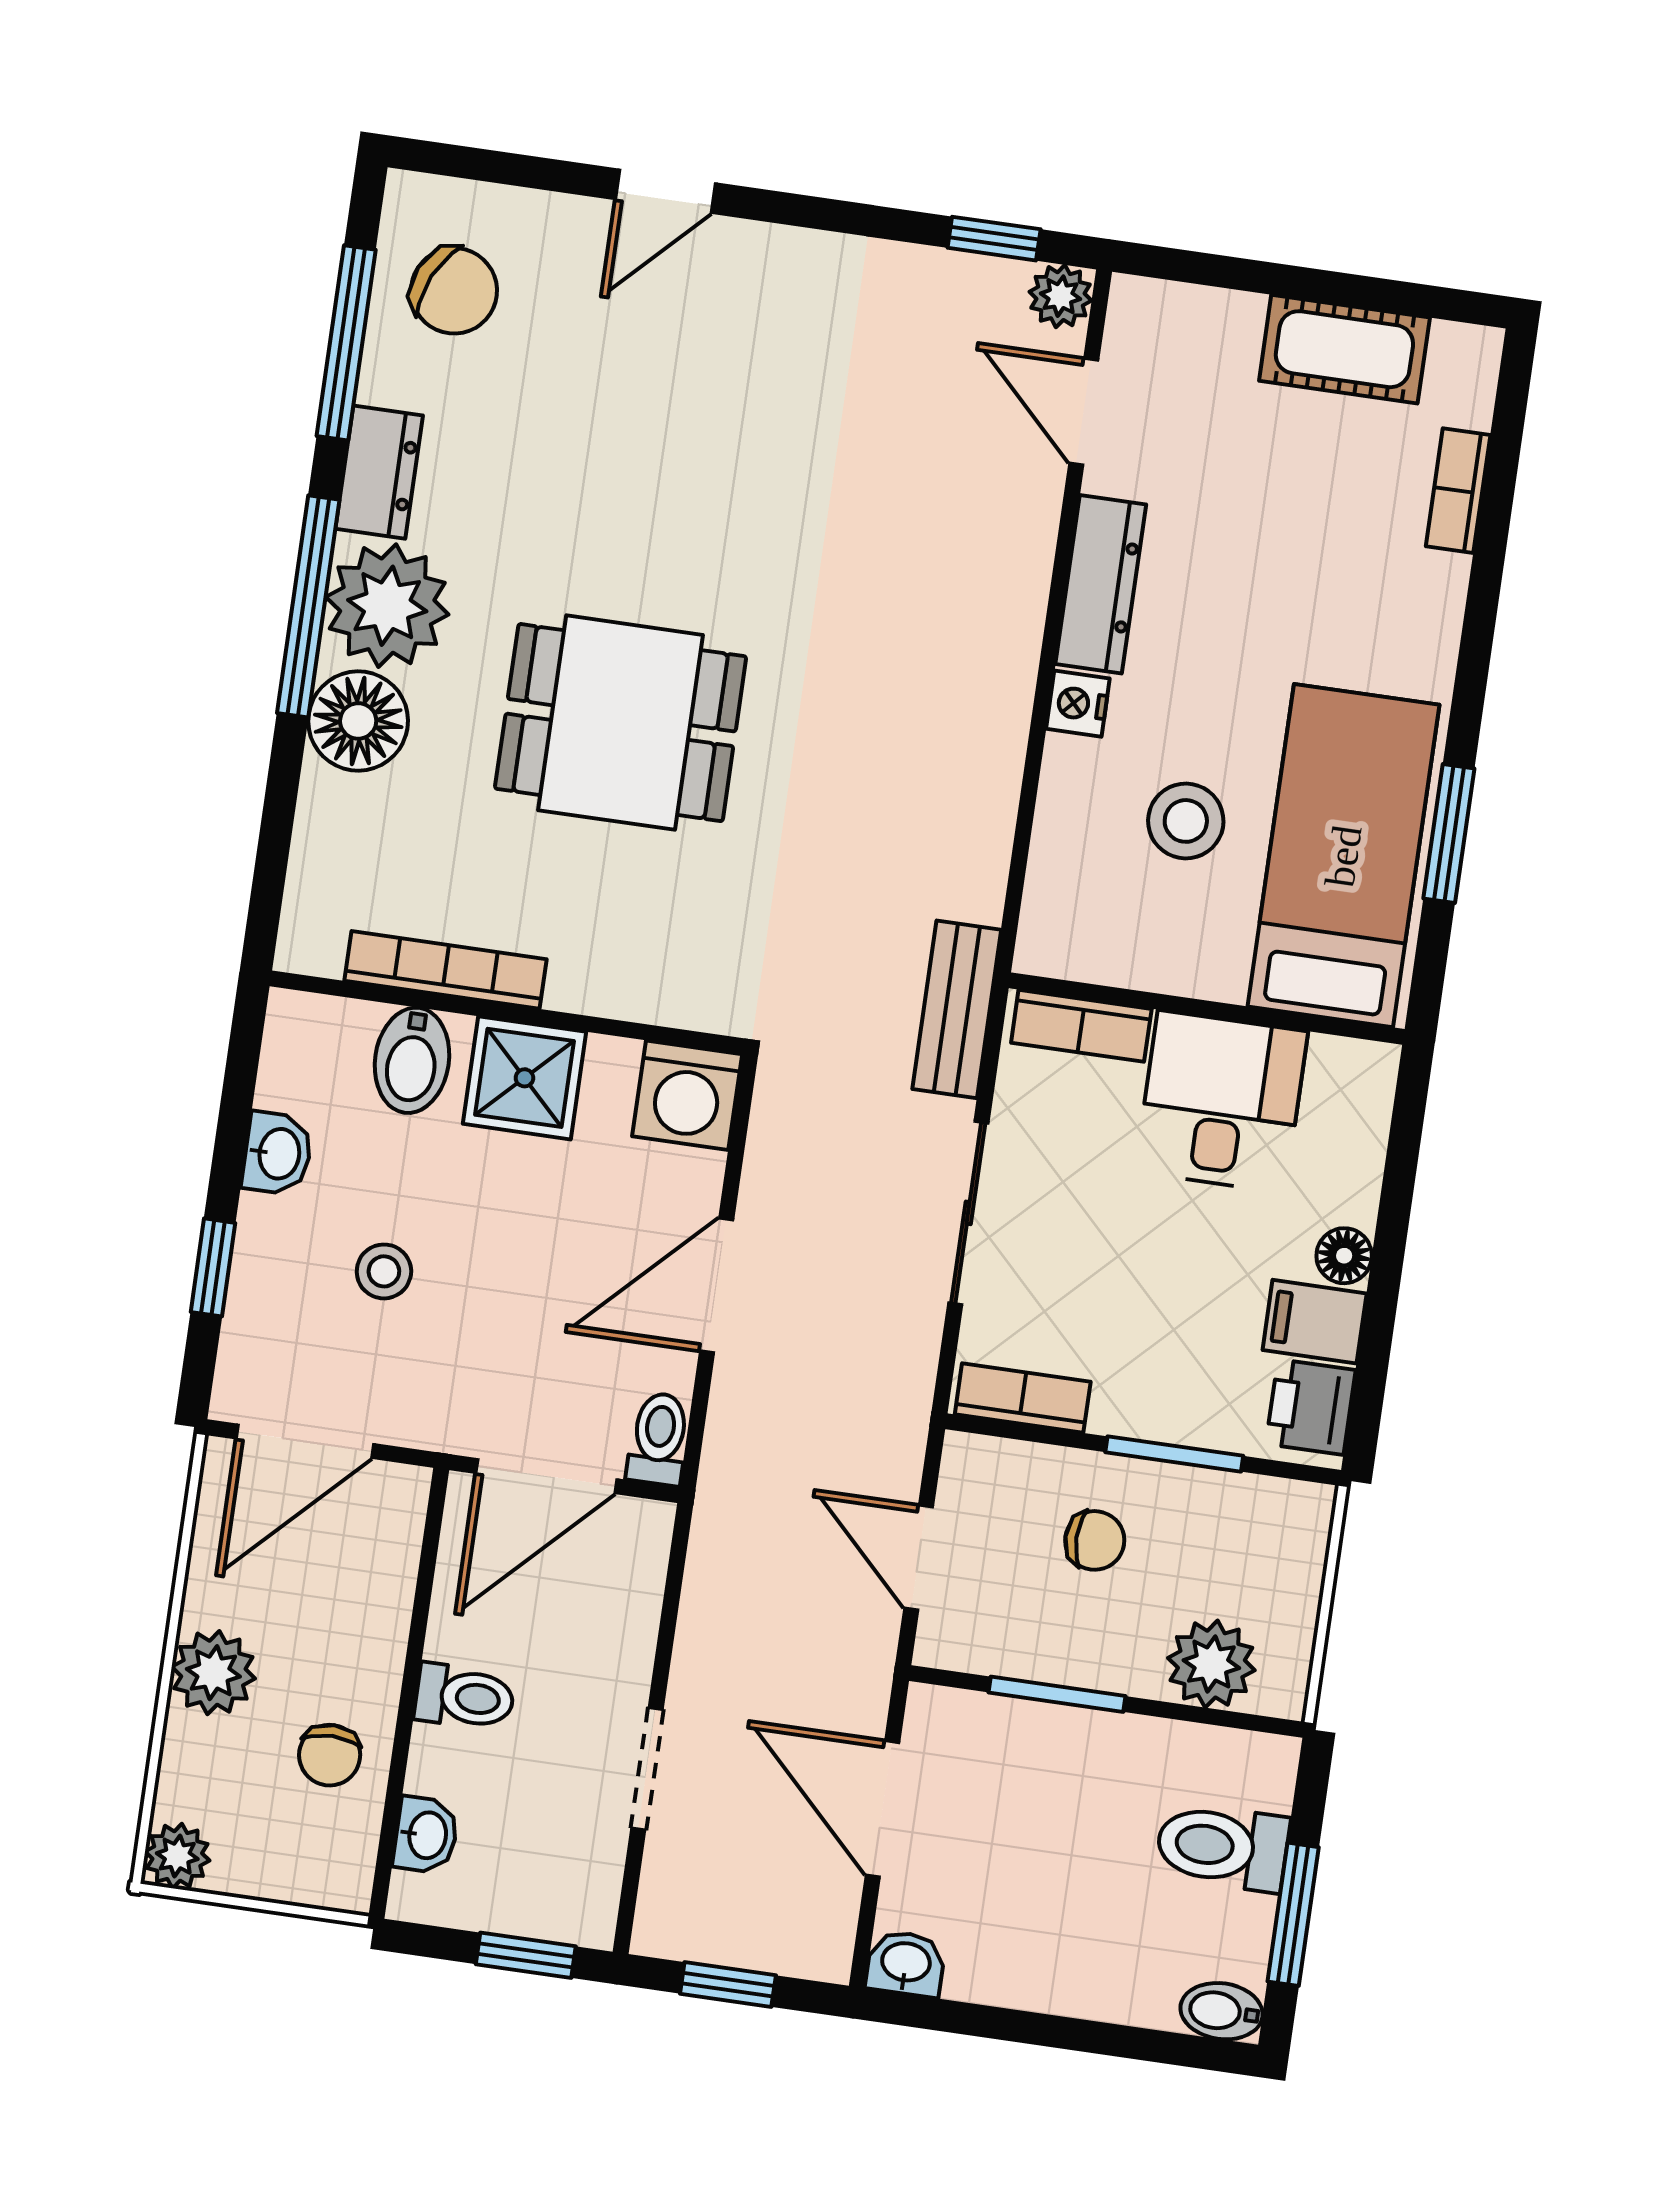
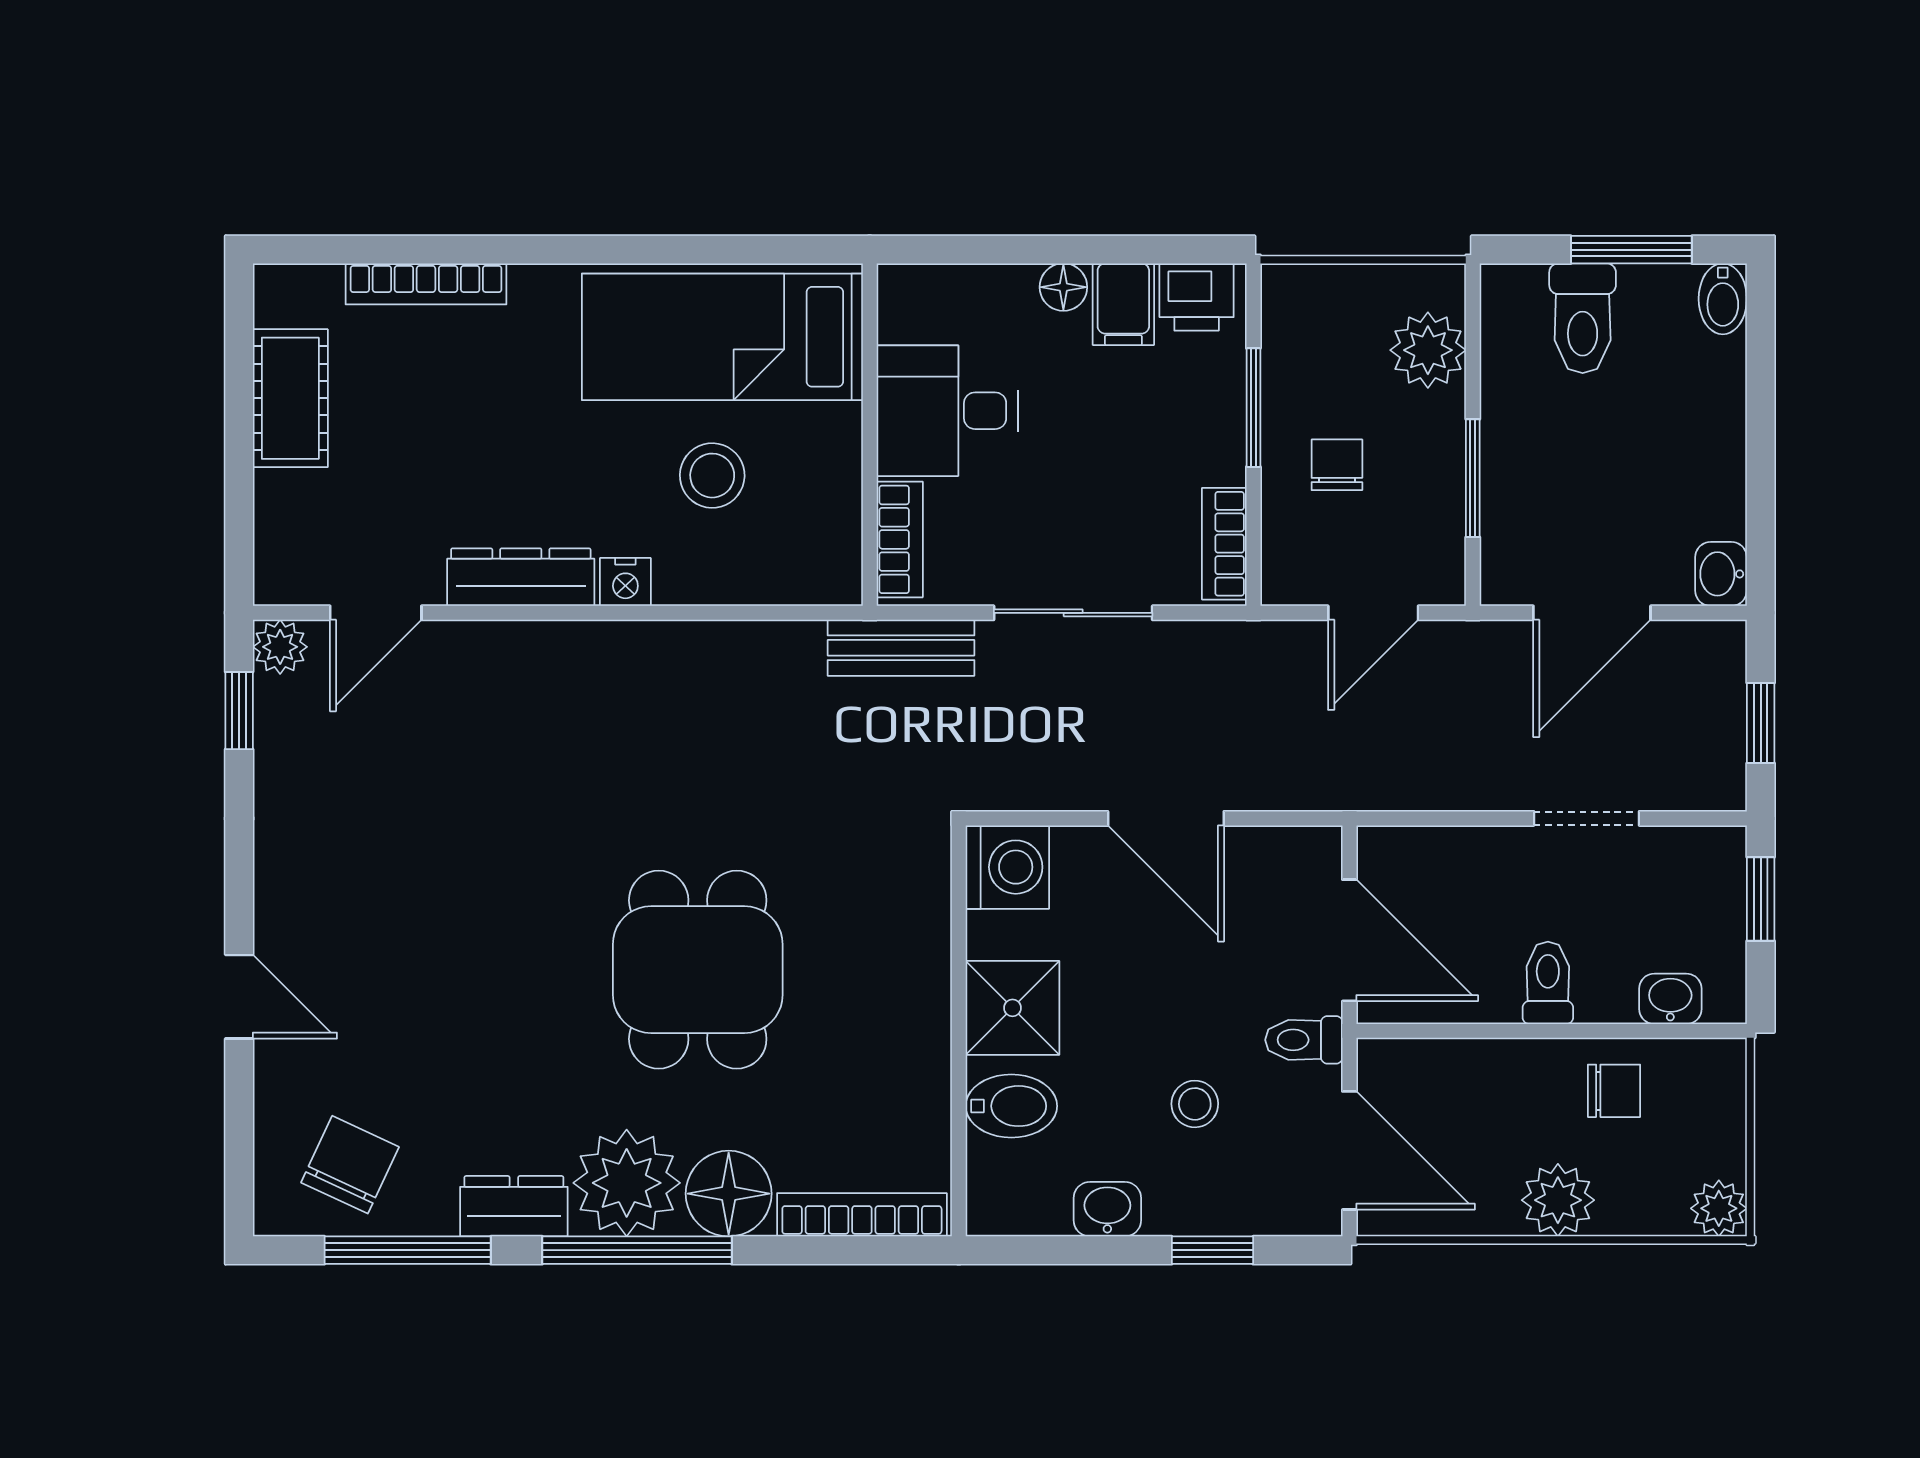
bookcase: (1458, 491) -> (426, 284), width x1.56
window: (1449, 833) -> (690, 250), removed
bookcase: (445, 970) -> (862, 1215), moved, turned 90
toilet: (659, 1439) -> (1304, 1040), moved

